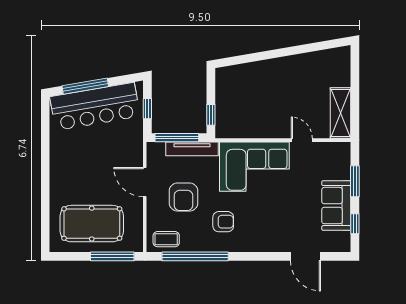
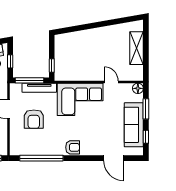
shelving: (341, 113) -> (137, 48), moved
floor lamp: (343, 150) -> (138, 88), added
sofa: (336, 206) -> (134, 125), width x1.36
armchair: (223, 222) -> (73, 147), moved
coffee table: (166, 239) -> (22, 147), removed

